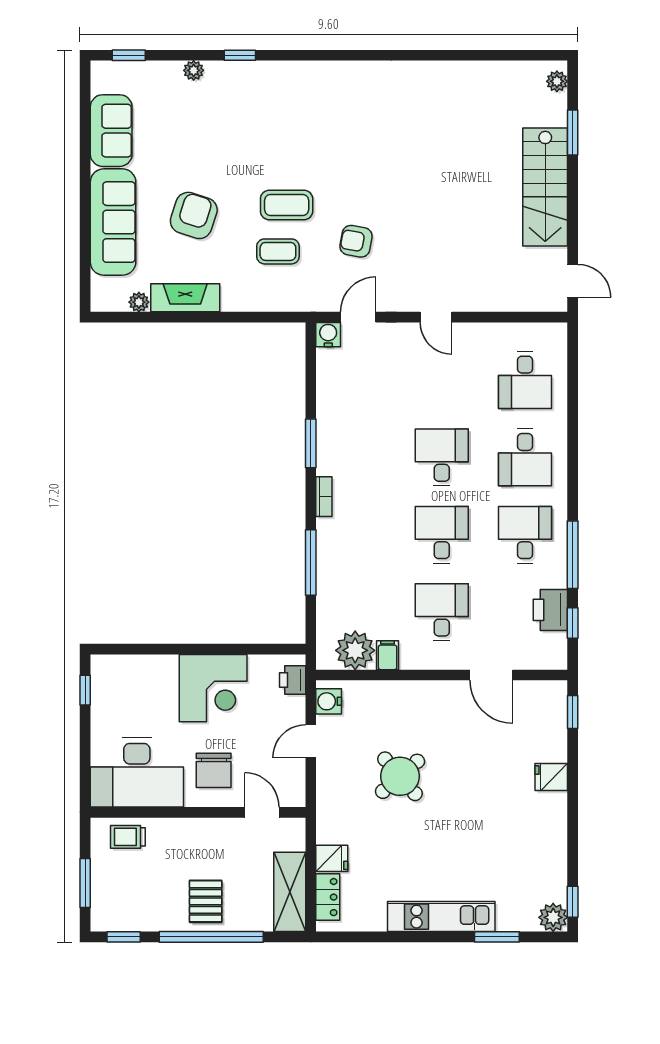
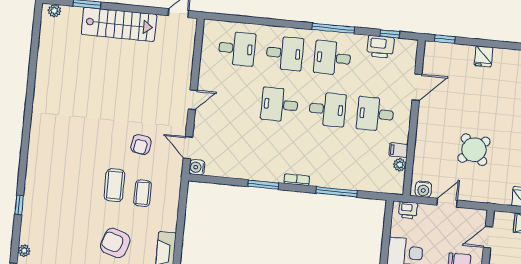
plant: (194, 70) -> (24, 251), moved
desk: (442, 535) -> (327, 109), turned 180
window: (573, 555) -> (333, 28), moved
plant: (355, 650) -> (400, 165), width x0.53, depth x0.53
door: (311, 741) -> (447, 203), swing flipped

